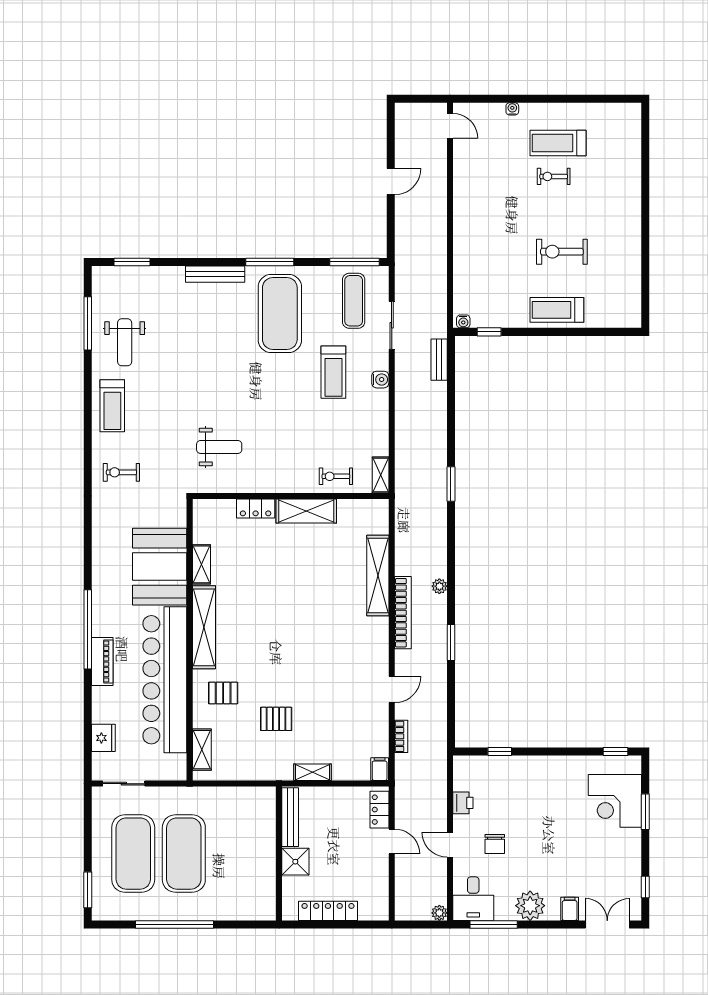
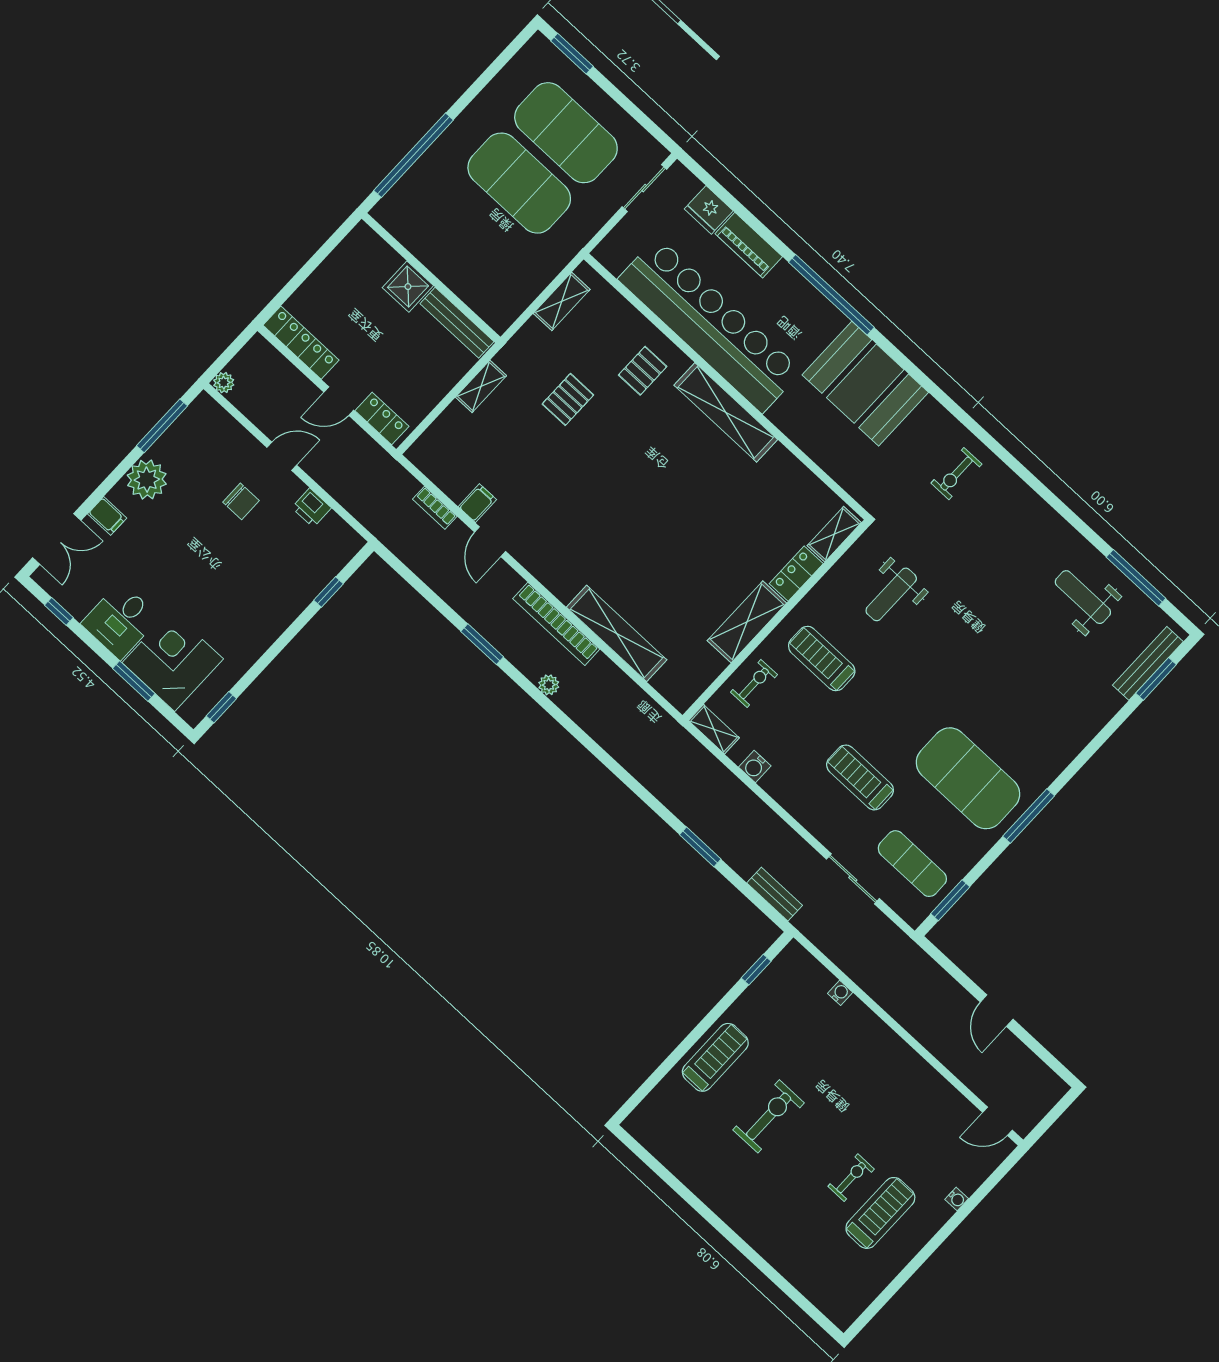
window: (354, 262) -> (950, 900), width x0.69
bench: (215, 274) -> (1148, 663), moved
water cooler: (463, 321) -> (840, 993), moved, turned 90
water cooler: (380, 380) -> (755, 767), moved
treadmill: (112, 406) -> (822, 659), moved
exercise bike: (121, 472) -> (956, 474), turned 180
window: (451, 484) -> (700, 847), moved
shelving: (201, 564) -> (834, 534), moved, turned 90
booth: (160, 567) -> (865, 384), moved
piano: (102, 661) -> (749, 245), moved
shelving: (202, 750) -> (562, 301), moved, turned 90
filing cabinet: (380, 769) -> (477, 503), moved, turned -90
chair: (495, 844) -> (241, 501), turned 180
desk: (473, 899) -> (120, 621), moved, turned -90
locker: (328, 911) -> (301, 343), moved, turned -90
window: (174, 924) -> (413, 155), moved

